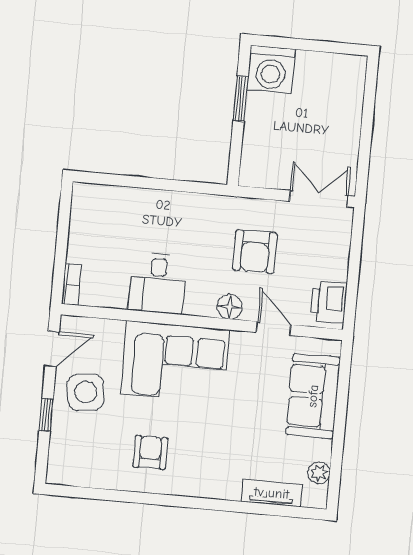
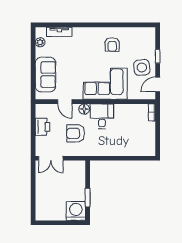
armchair: (255, 252) -> (76, 133), turned -90
desk: (158, 283) -> (102, 116), moved
printer: (329, 302) -> (42, 127), moved

